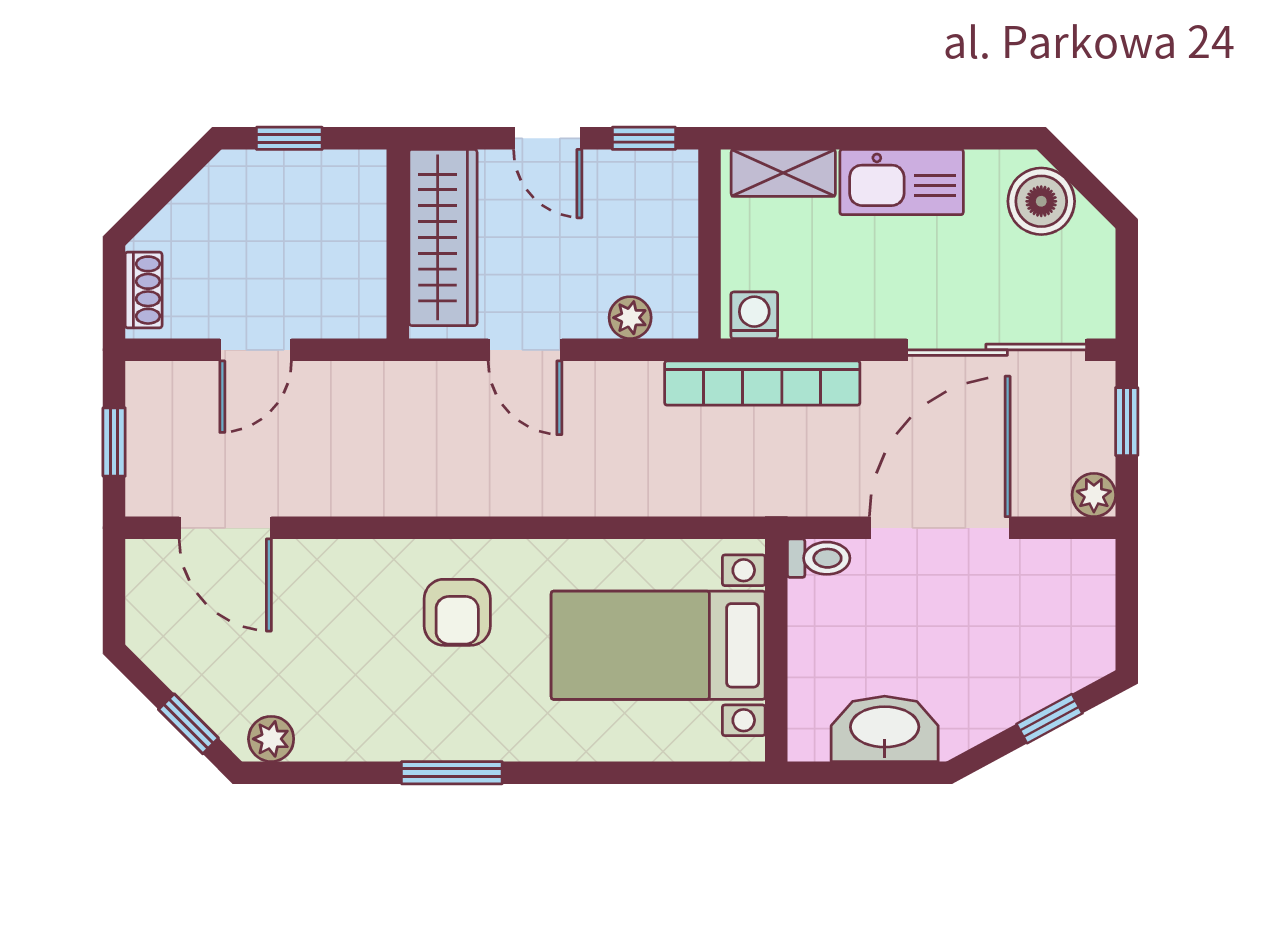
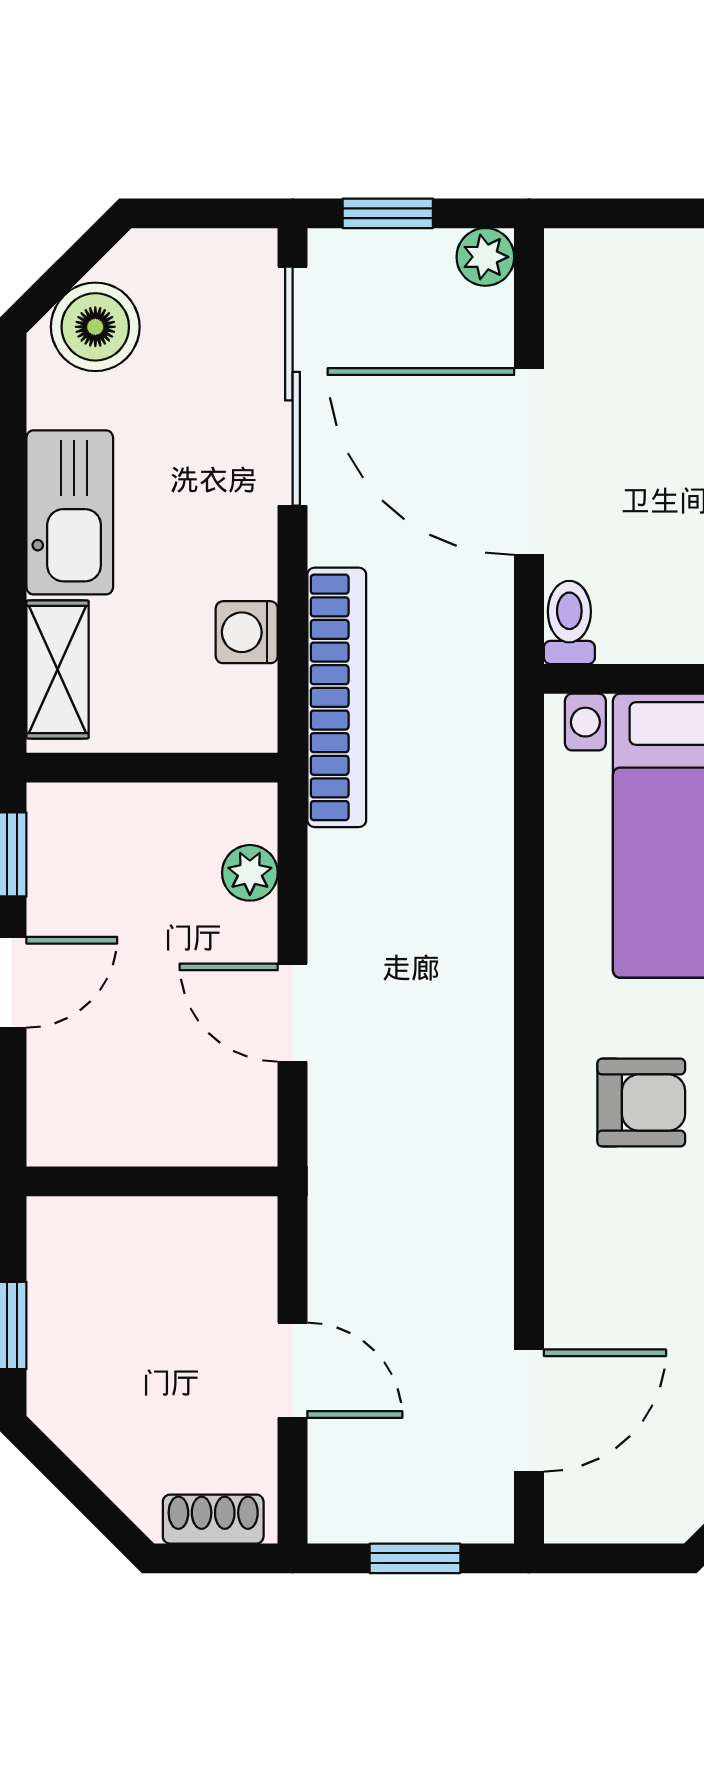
wardrobe: (443, 237) -> (143, 1121), removed
washing machine: (754, 315) -> (247, 632), moved
door: (525, 350) -> (293, 1013), swing flipped

